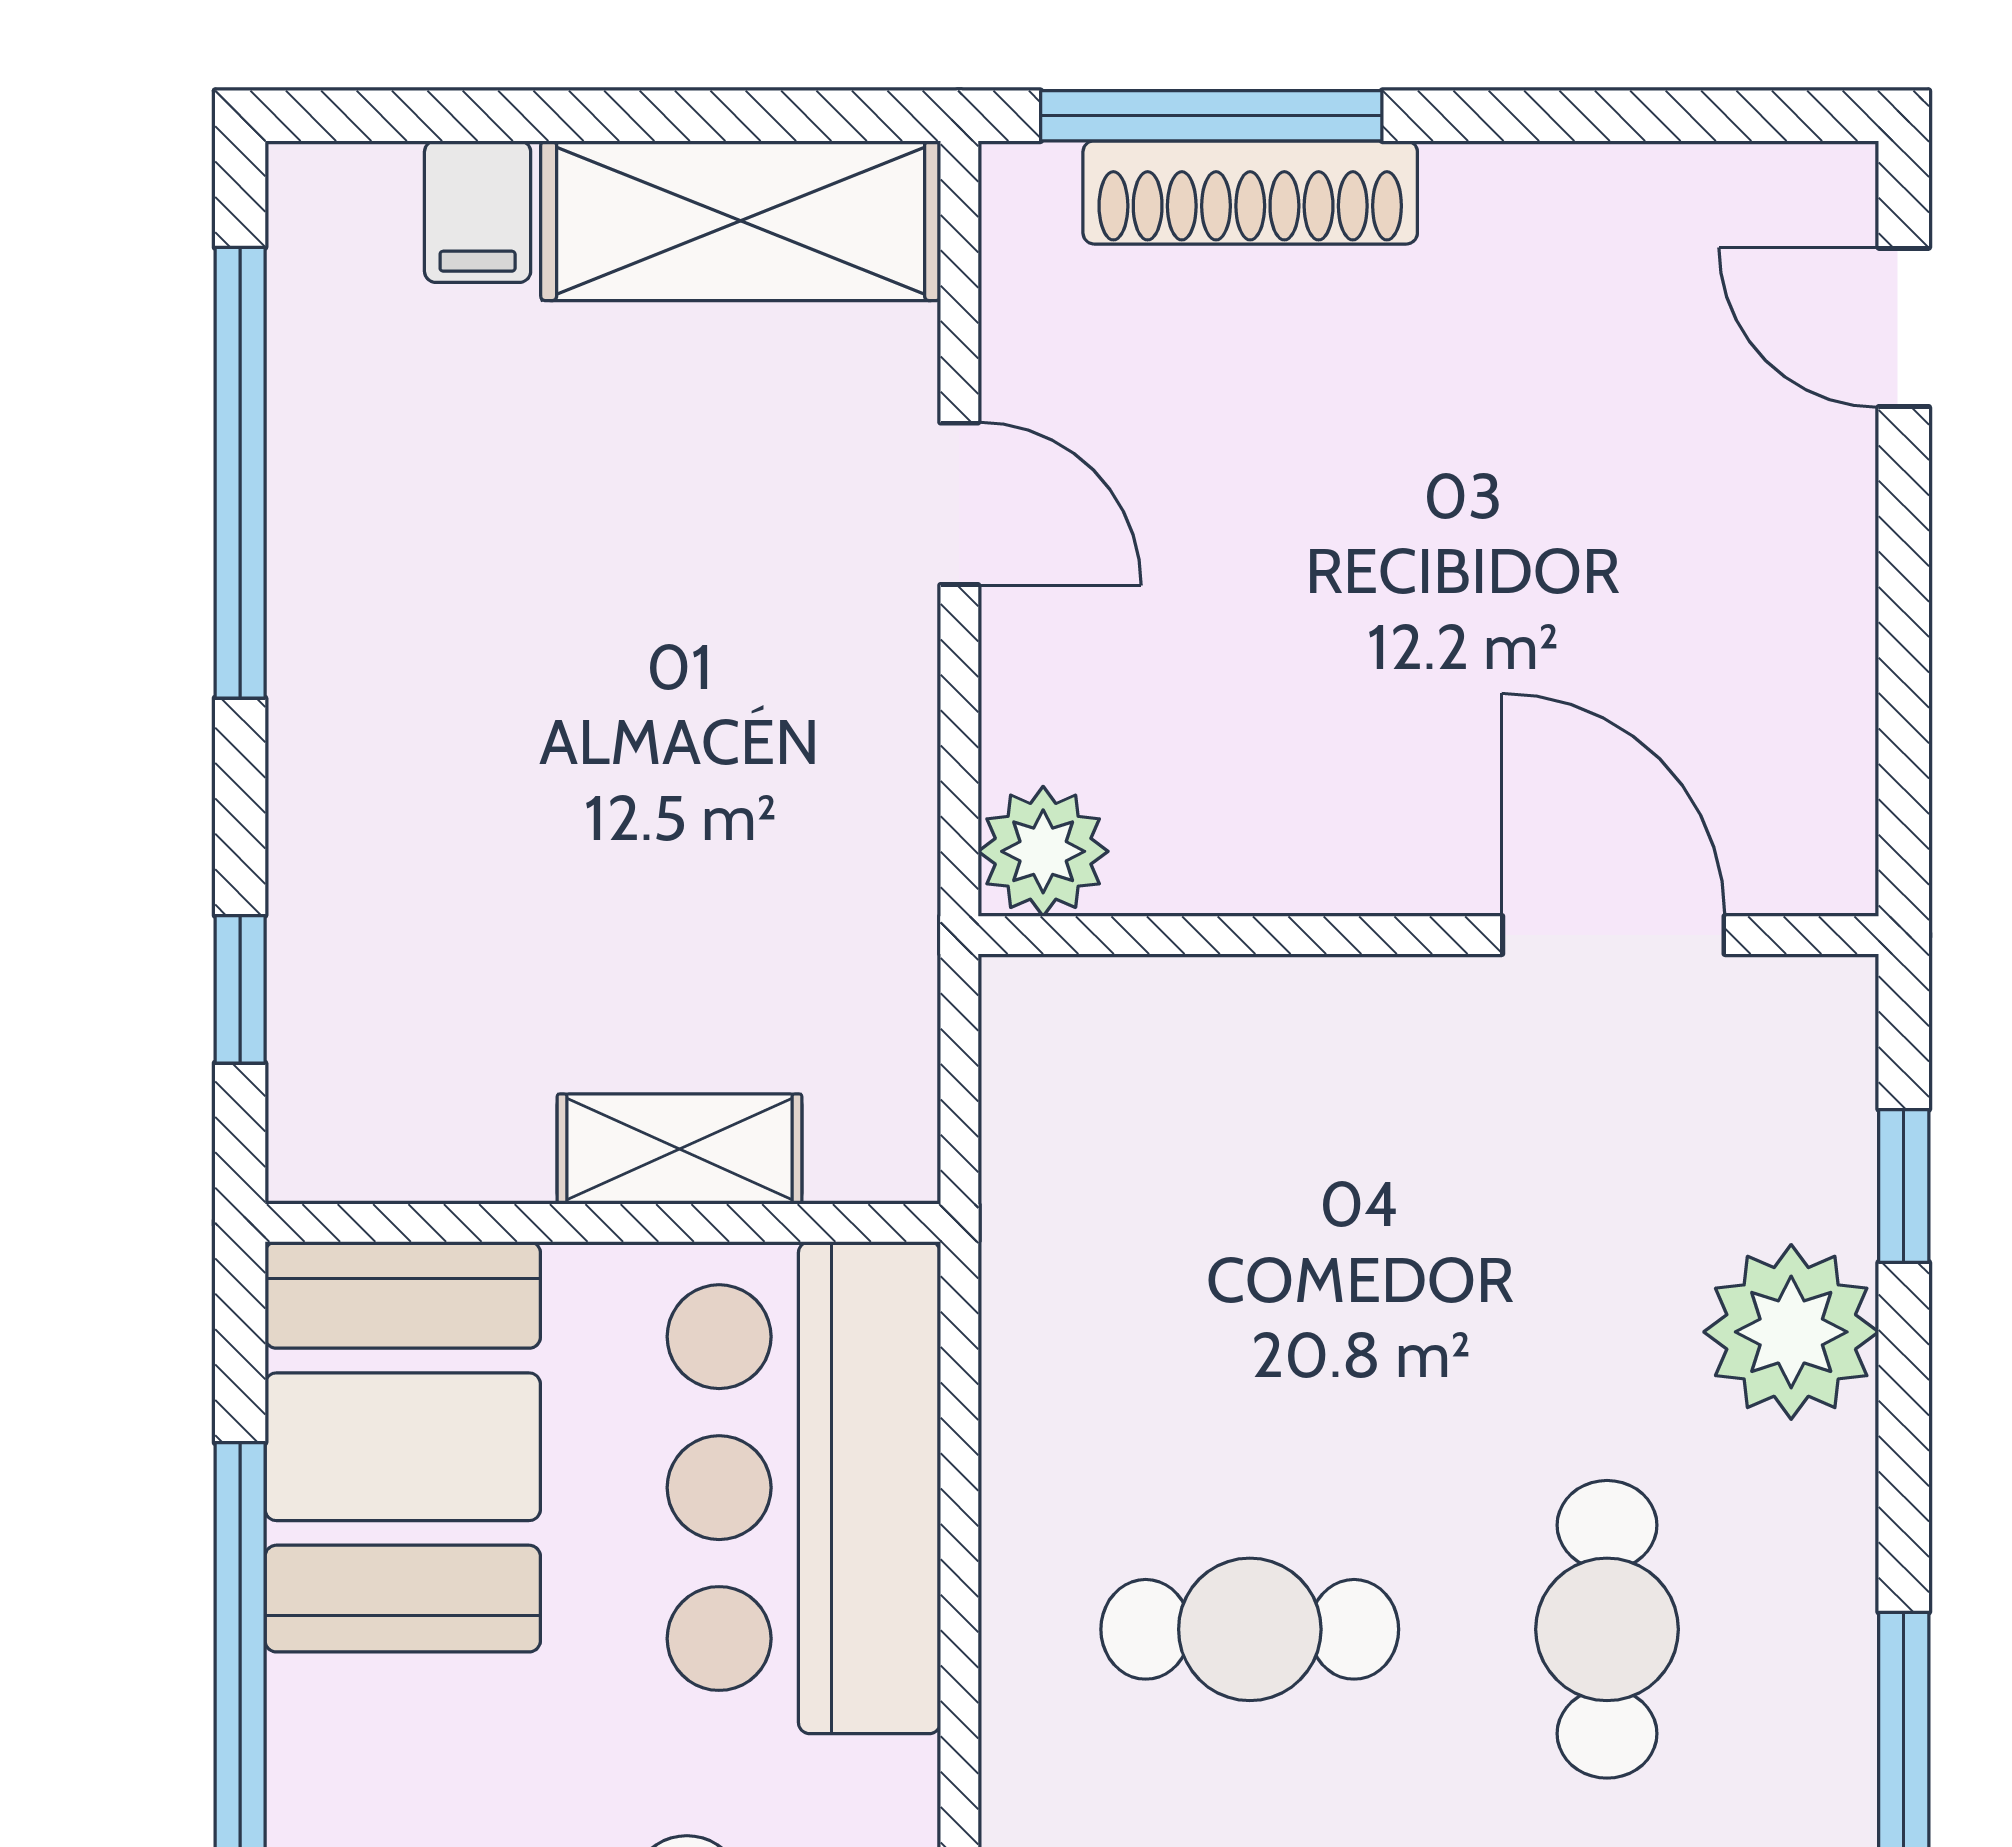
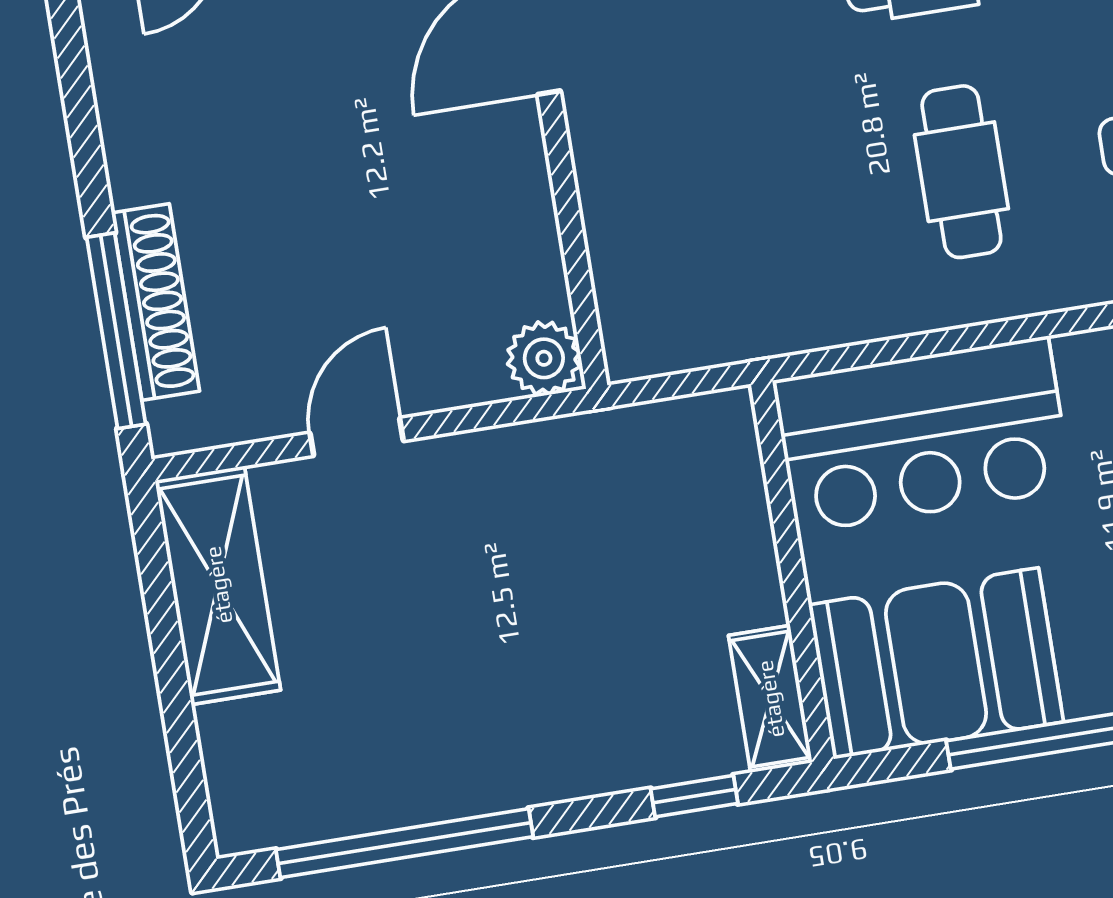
filing cabinet: (478, 212) -> (236, 734), removed
shelving: (679, 1149) -> (770, 699), moved

